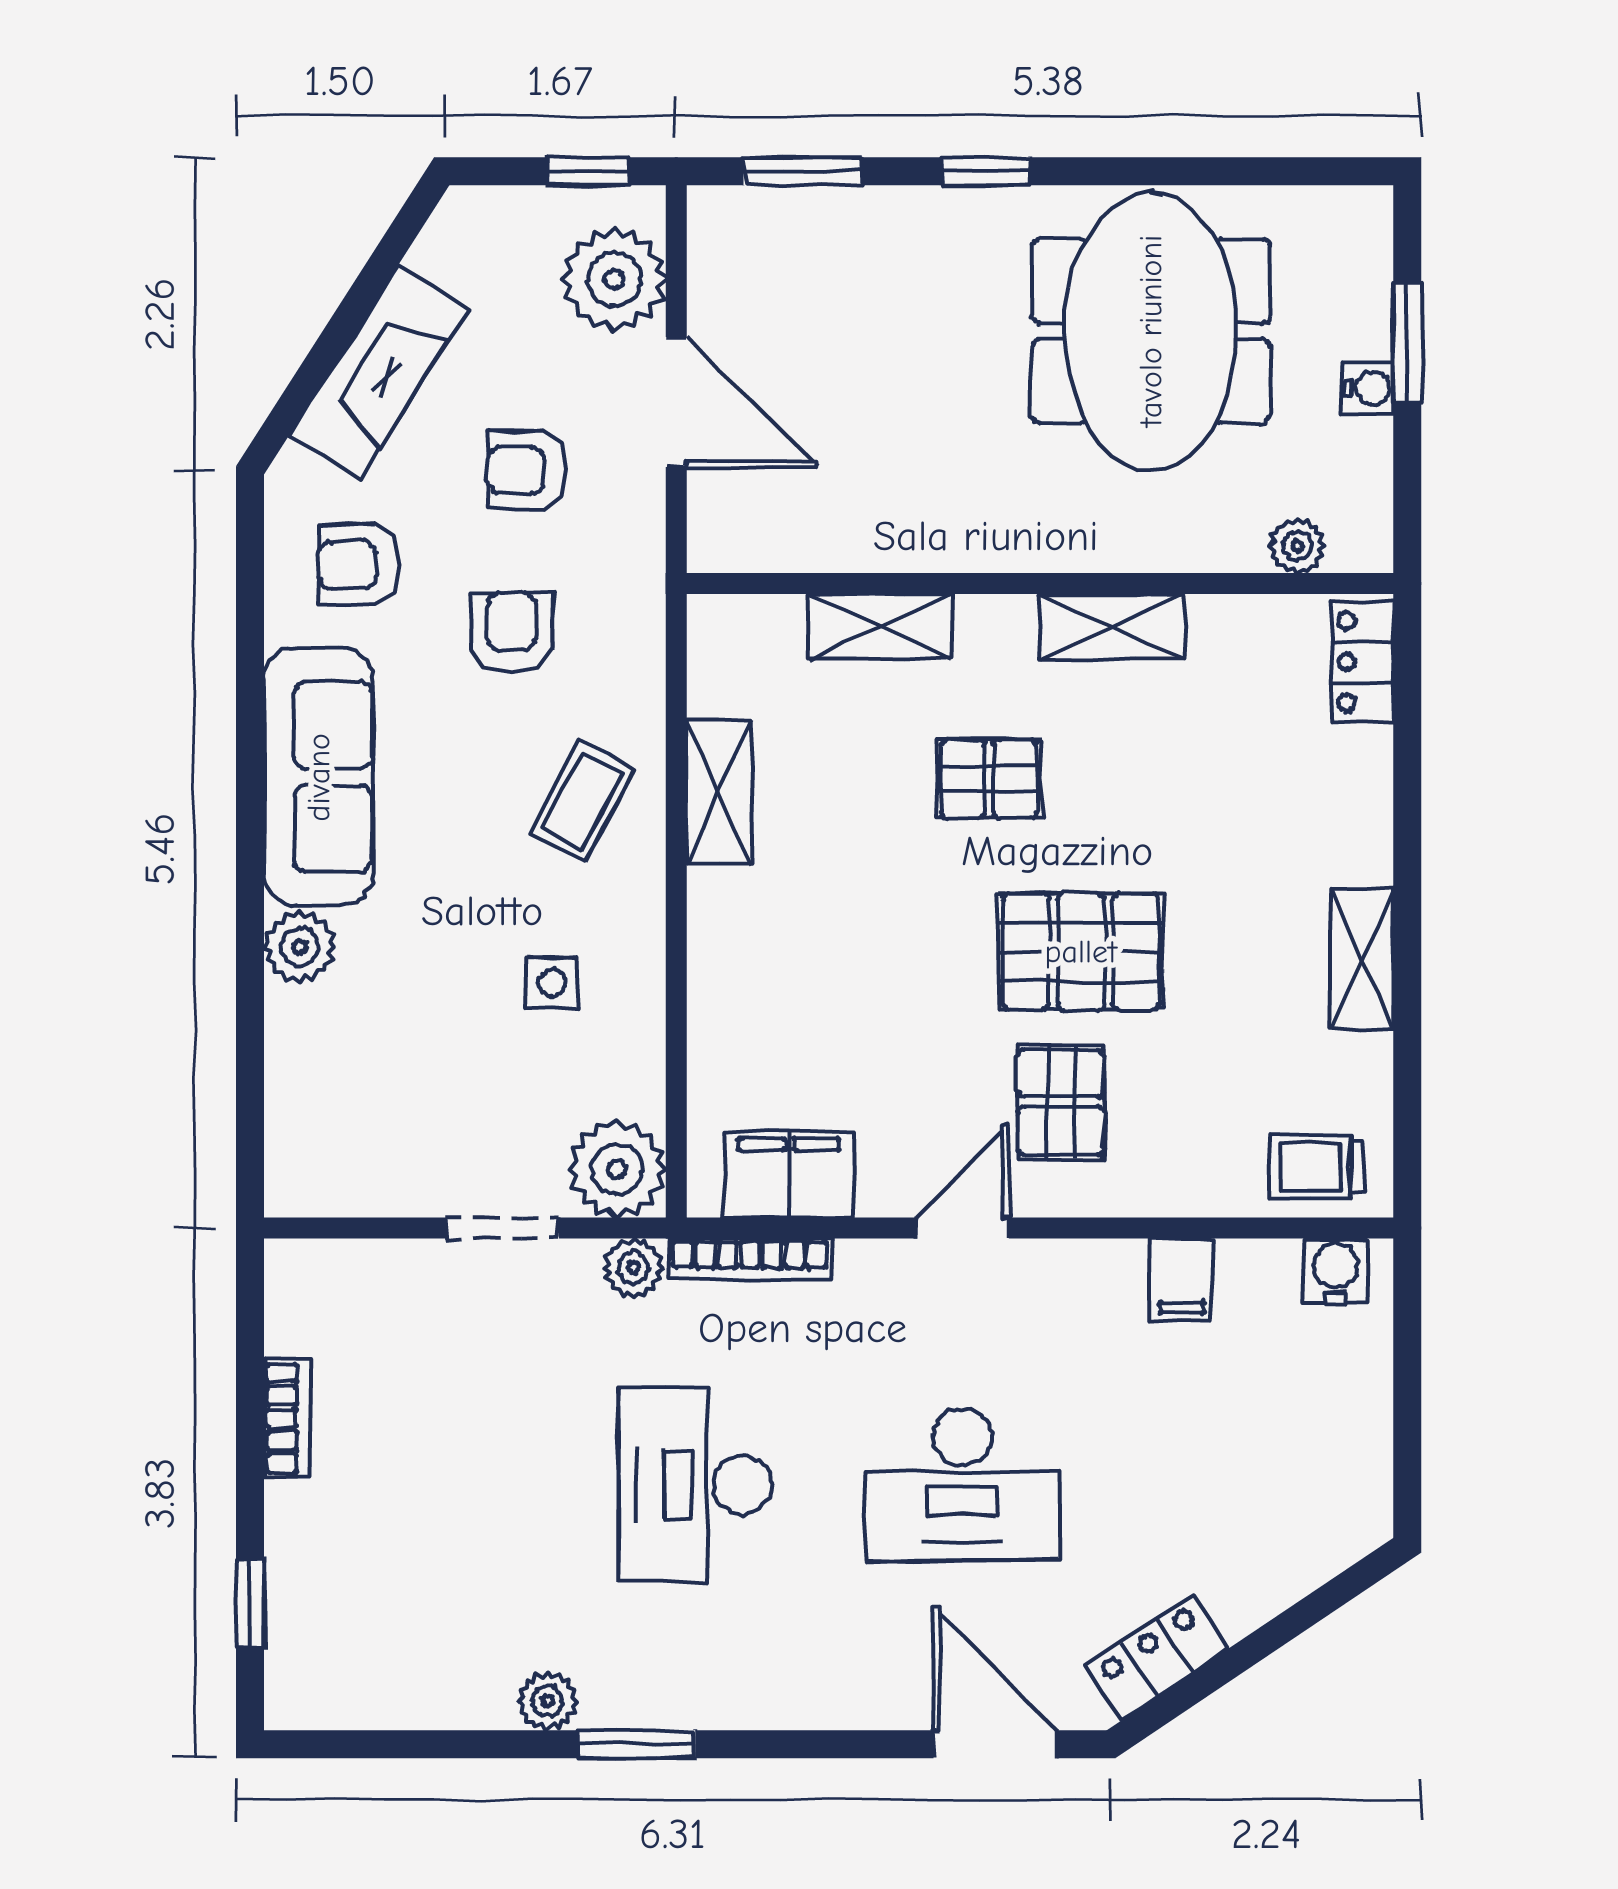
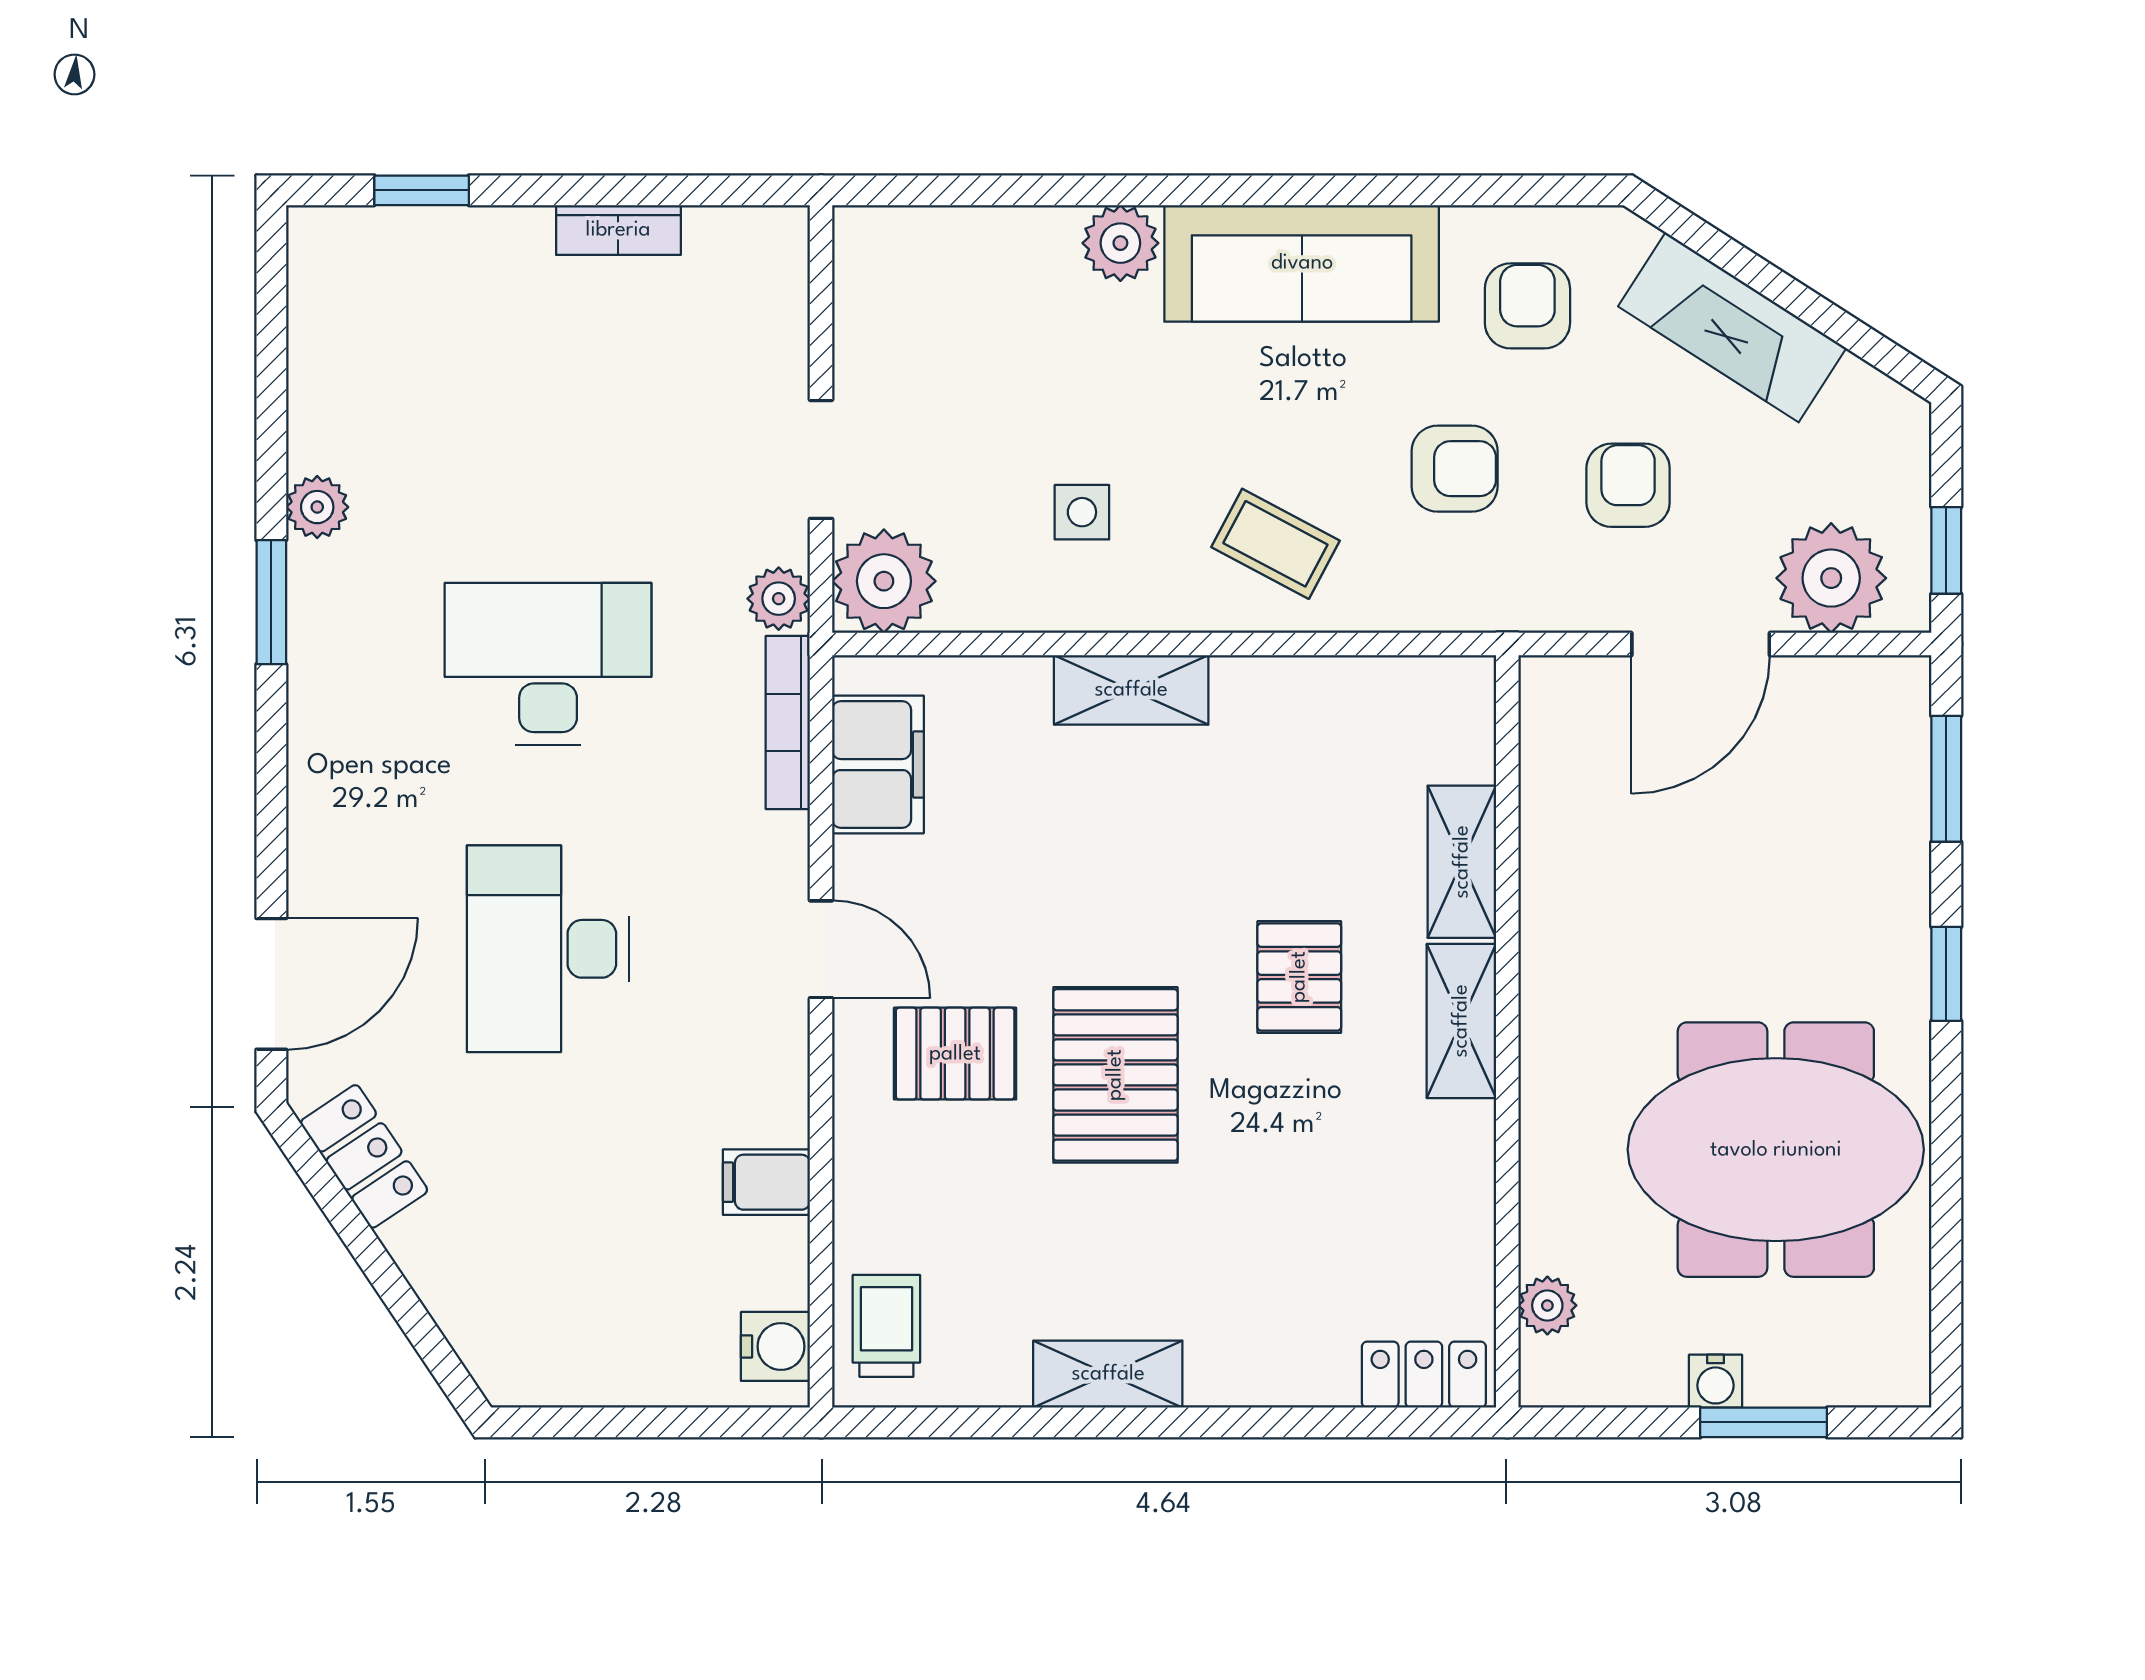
shelving: (1112, 627) -> (1461, 1021), moved
shelving: (719, 792) -> (1131, 690), moved

